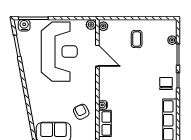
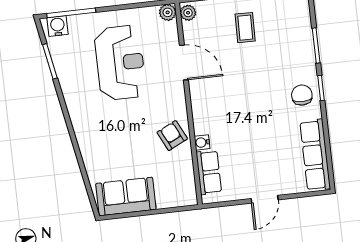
plant: (172, 40) -> (304, 23), removed
reception desk: (59, 52) -> (120, 63), width x0.74, depth x0.77
armchair: (81, 112) -> (172, 136), moved

